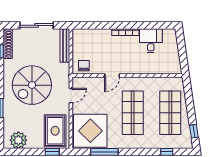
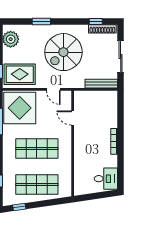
desk: (151, 41) -> (106, 179), moved
chair: (84, 66) -> (82, 102), removed
door: (112, 76) -> (73, 118), moved
spiral stairs: (32, 85) -> (63, 52), turned -90

